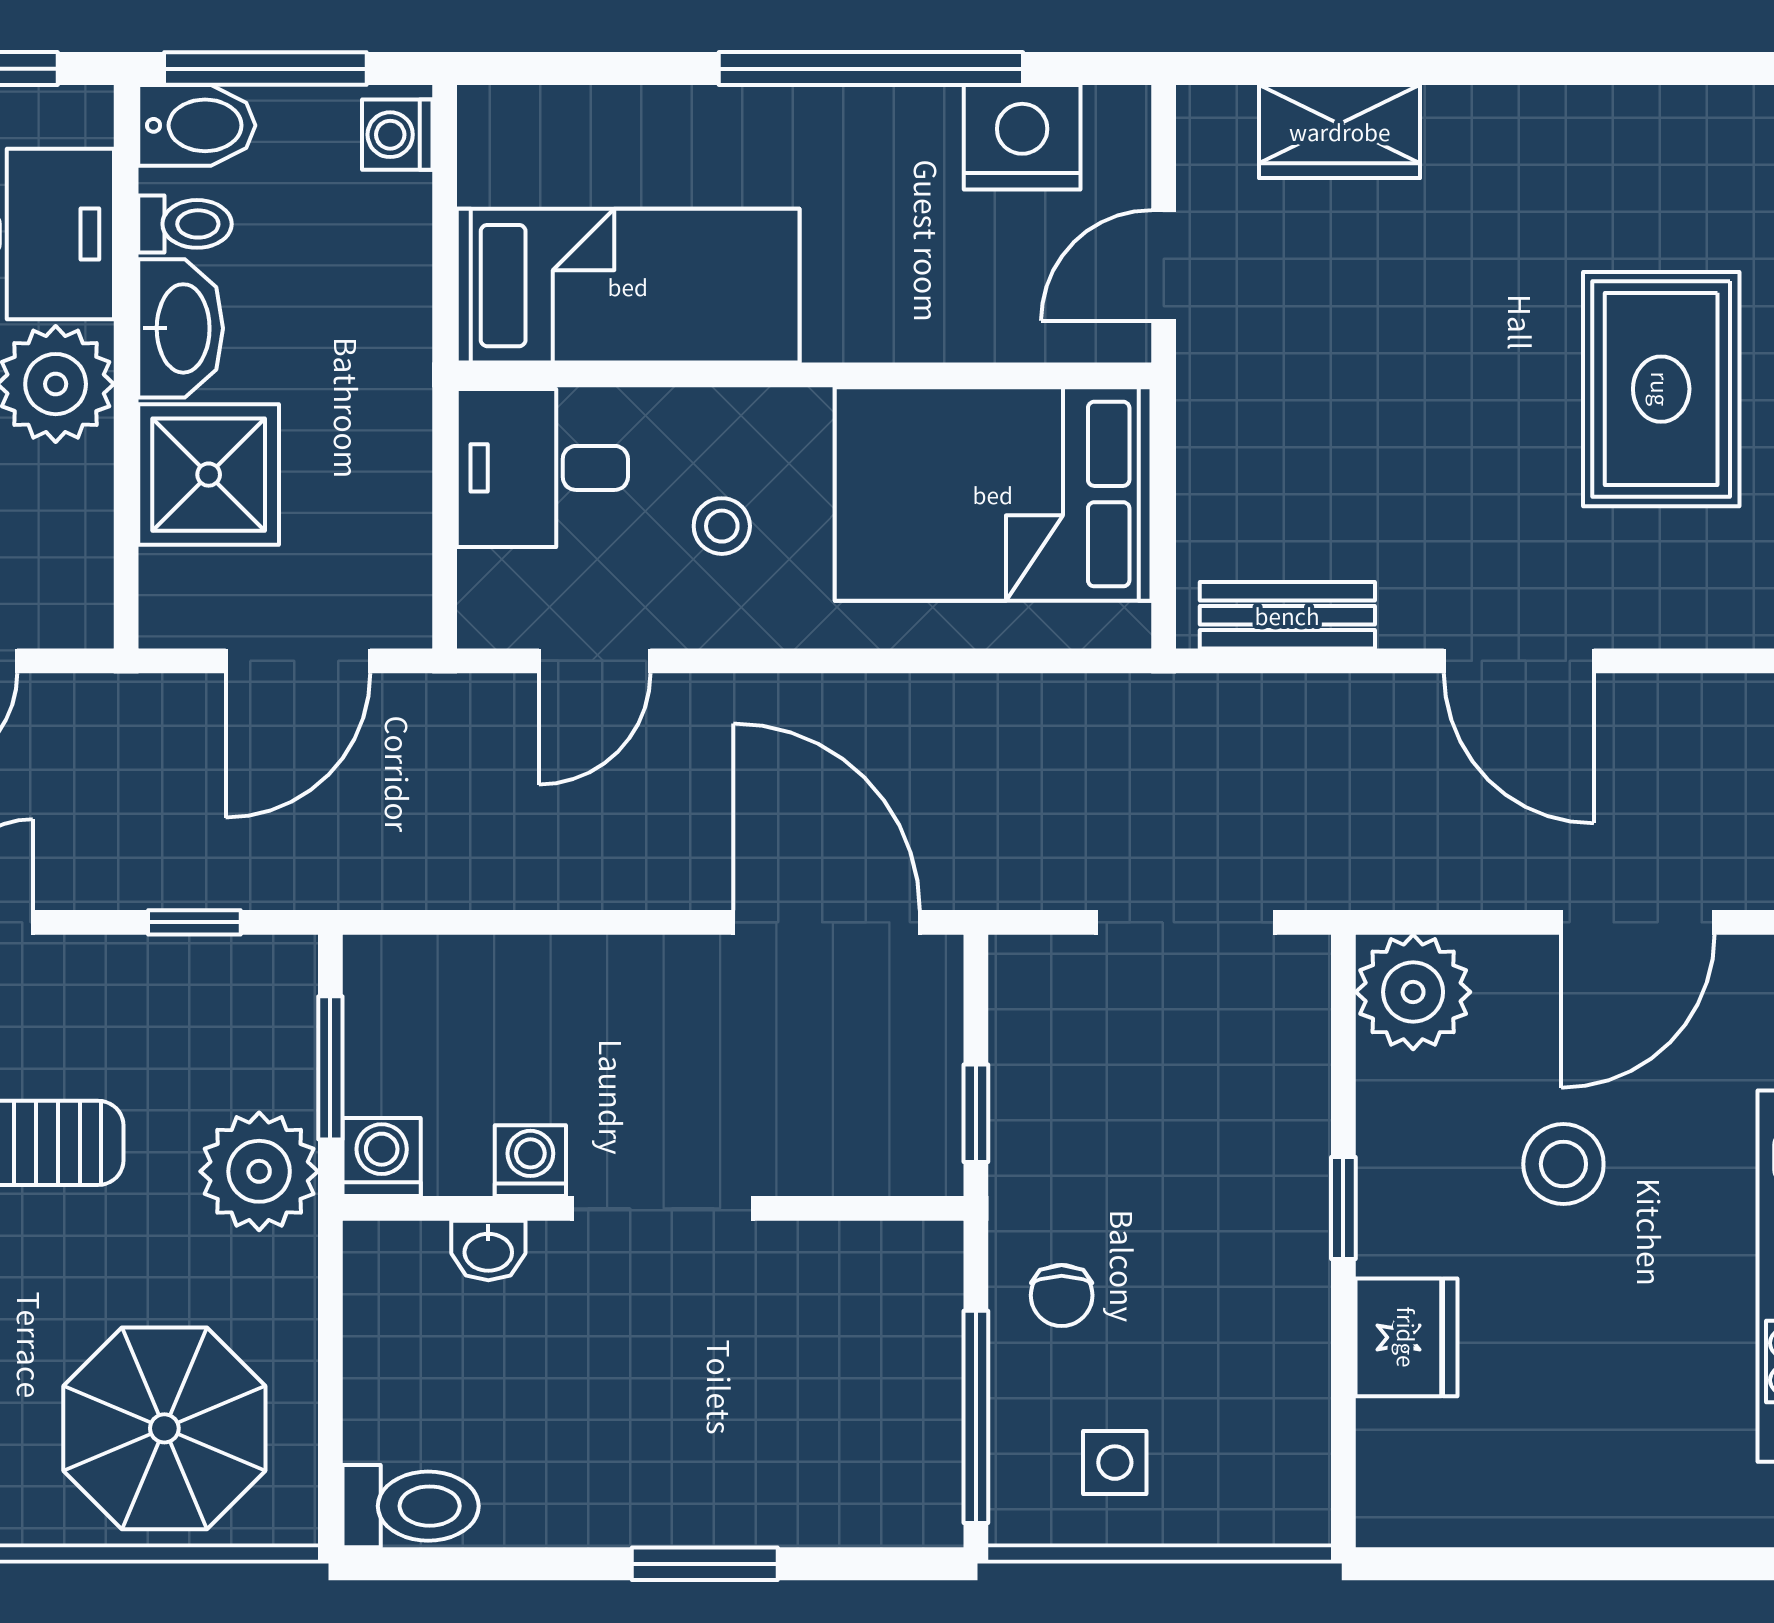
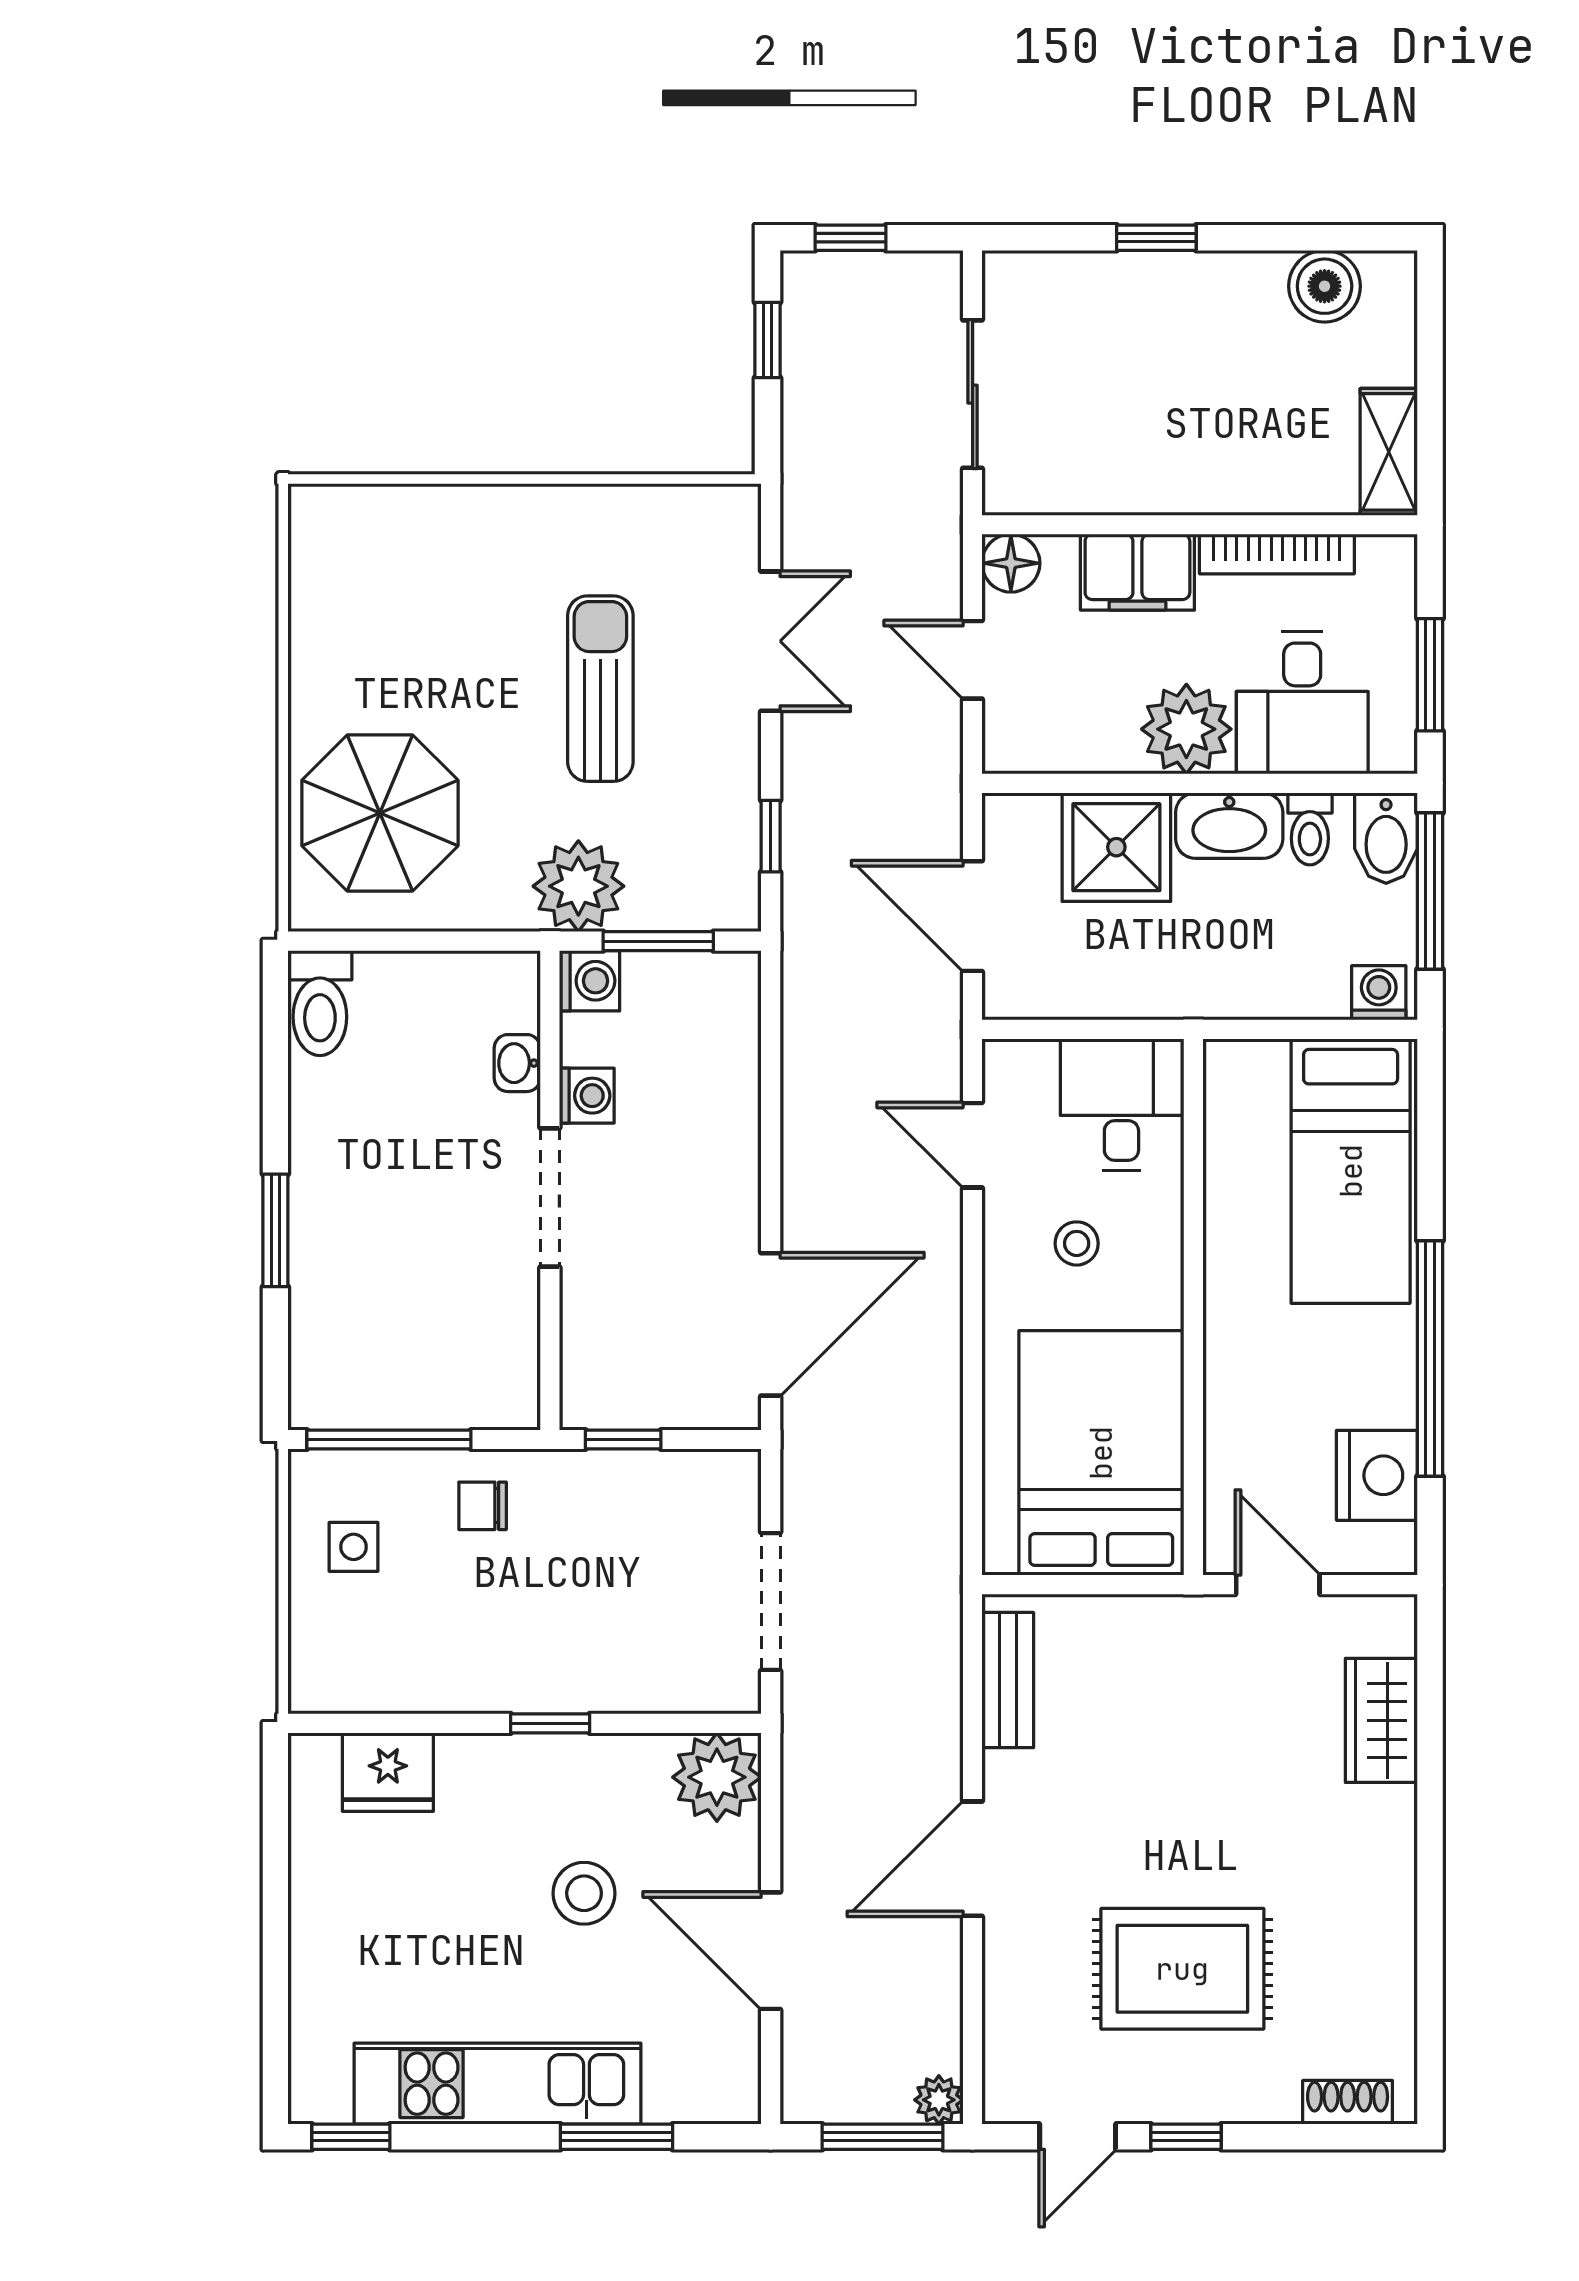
bed: (628, 286) -> (1351, 1171), moved
fridge: (1407, 1337) -> (388, 1772), moved

